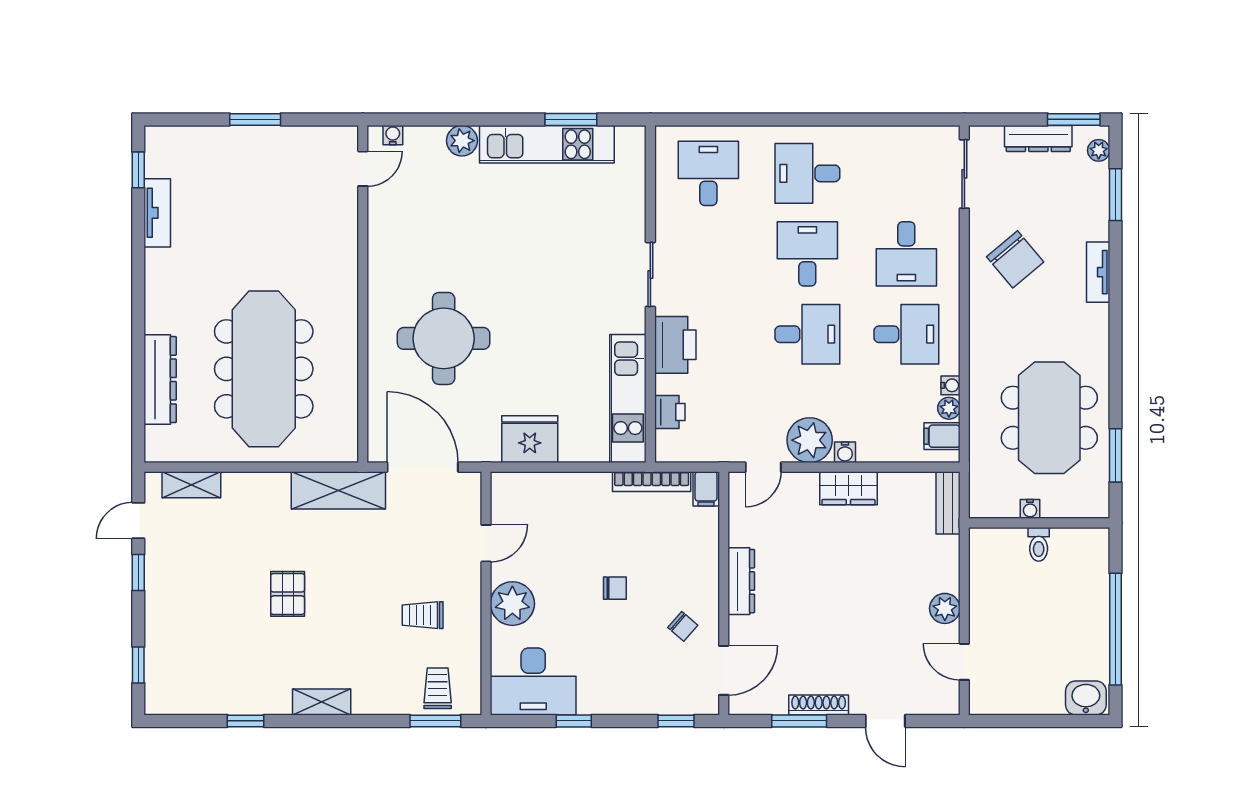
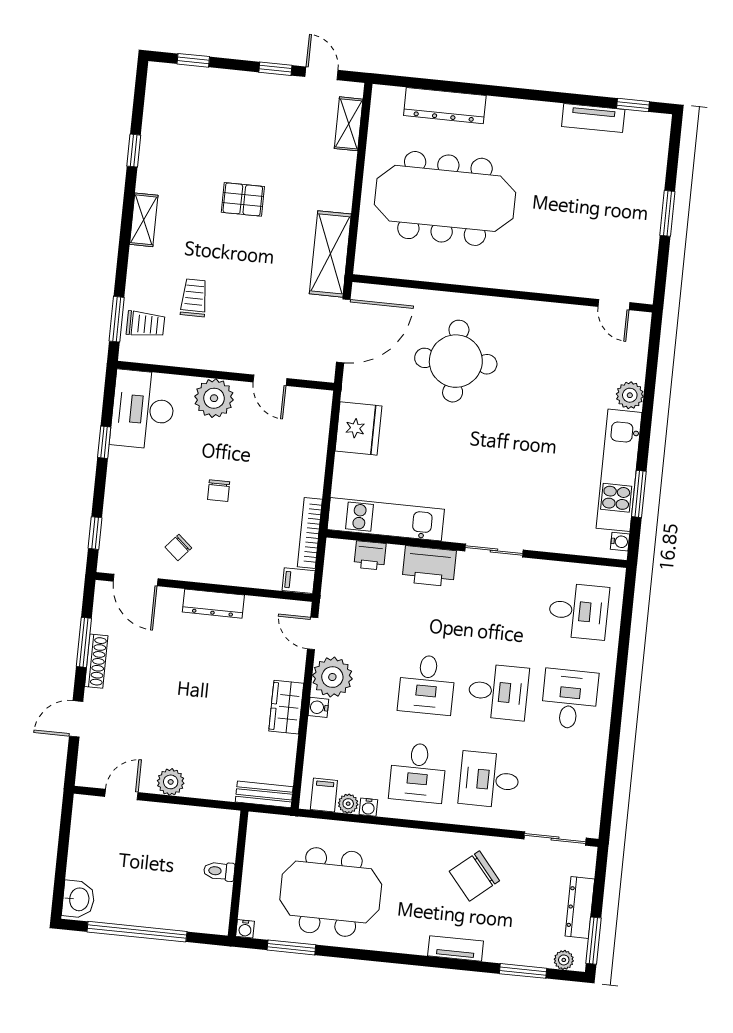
water cooler: (393, 135) -> (620, 542), moved
water cooler: (1030, 509) -> (245, 929), moved, turned -90
trolley: (423, 615) -> (194, 298), moved

